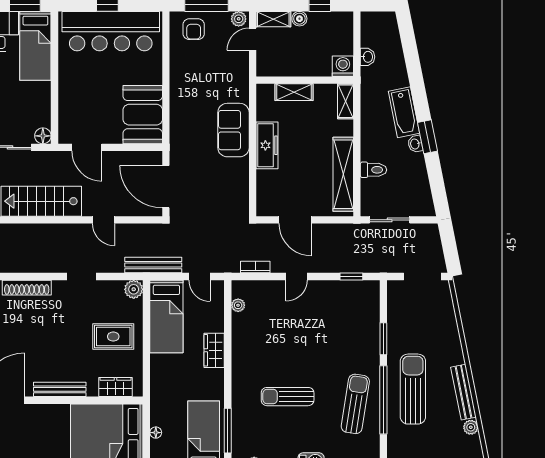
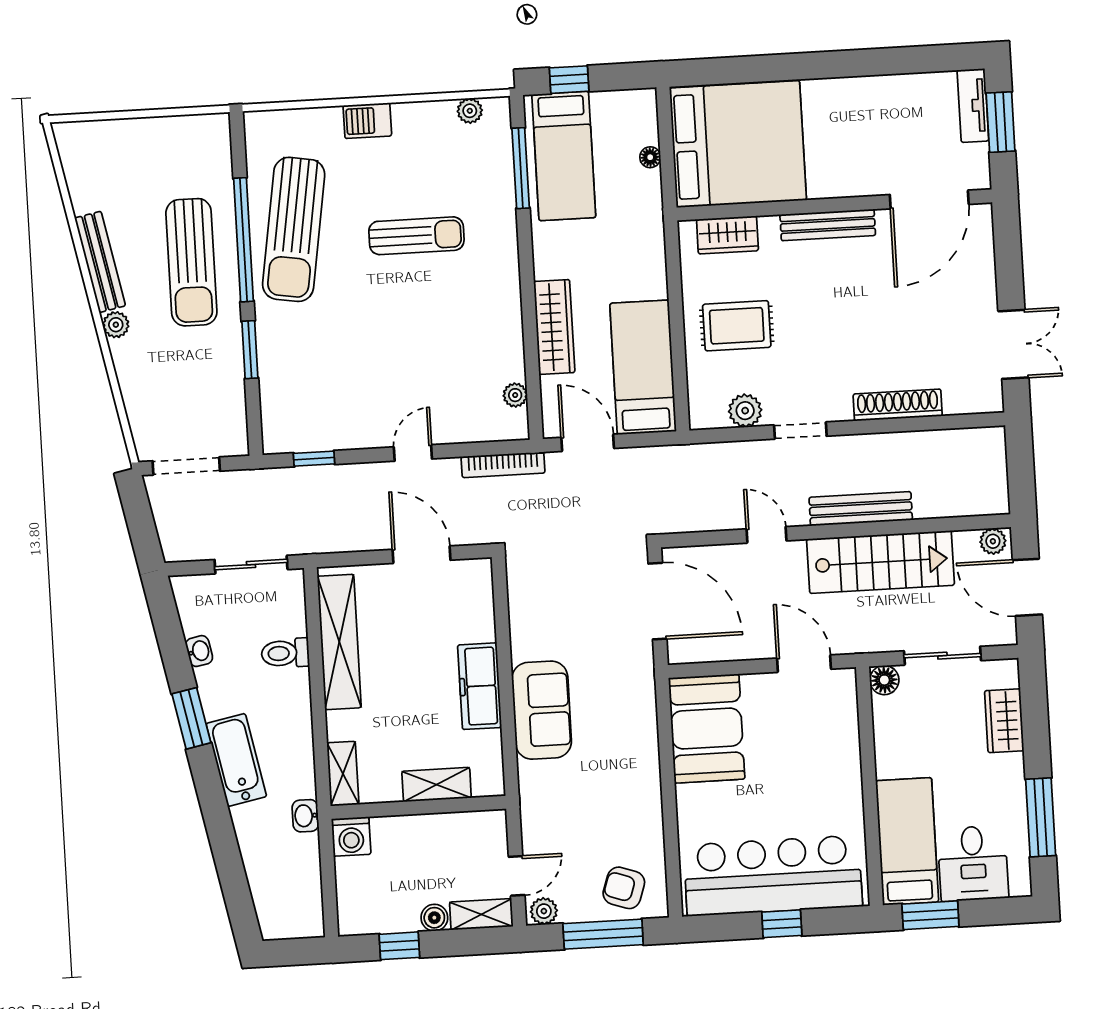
armchair: (194, 29) -> (624, 888), turned -71
washbasin: (368, 57) -> (305, 816), moved
washbasin: (415, 144) -> (199, 651), moved
bench: (153, 265) -> (861, 509), moved
bookcase: (255, 267) -> (503, 465), width x1.56
door: (199, 276) -> (588, 443), width x1.38
plant: (134, 289) -> (745, 411), moved
wardrobe: (214, 350) -> (554, 327), width x1.50
sun lounger: (355, 404) -> (294, 229), width x1.36, depth x1.34
plant: (471, 427) -> (116, 325), moved

